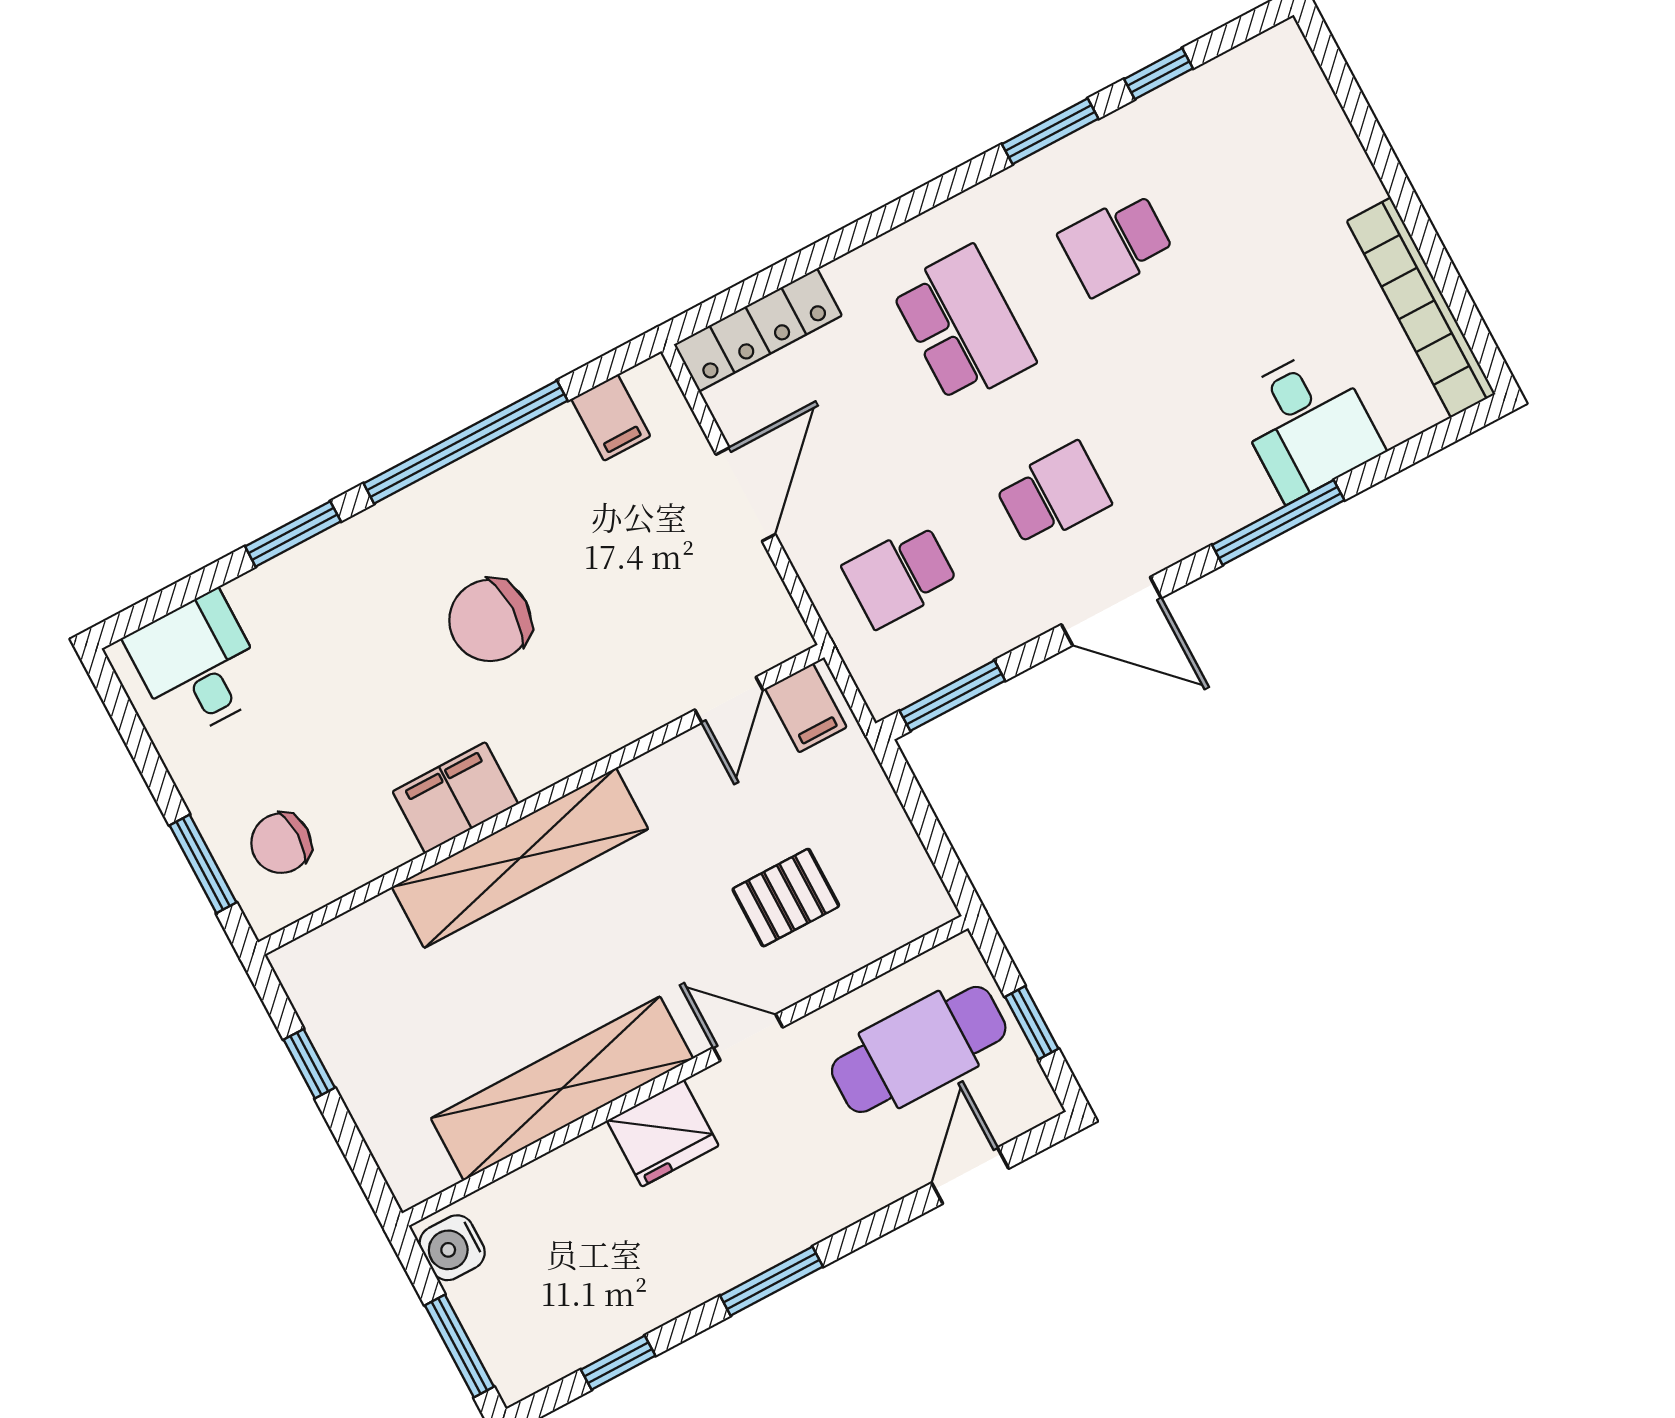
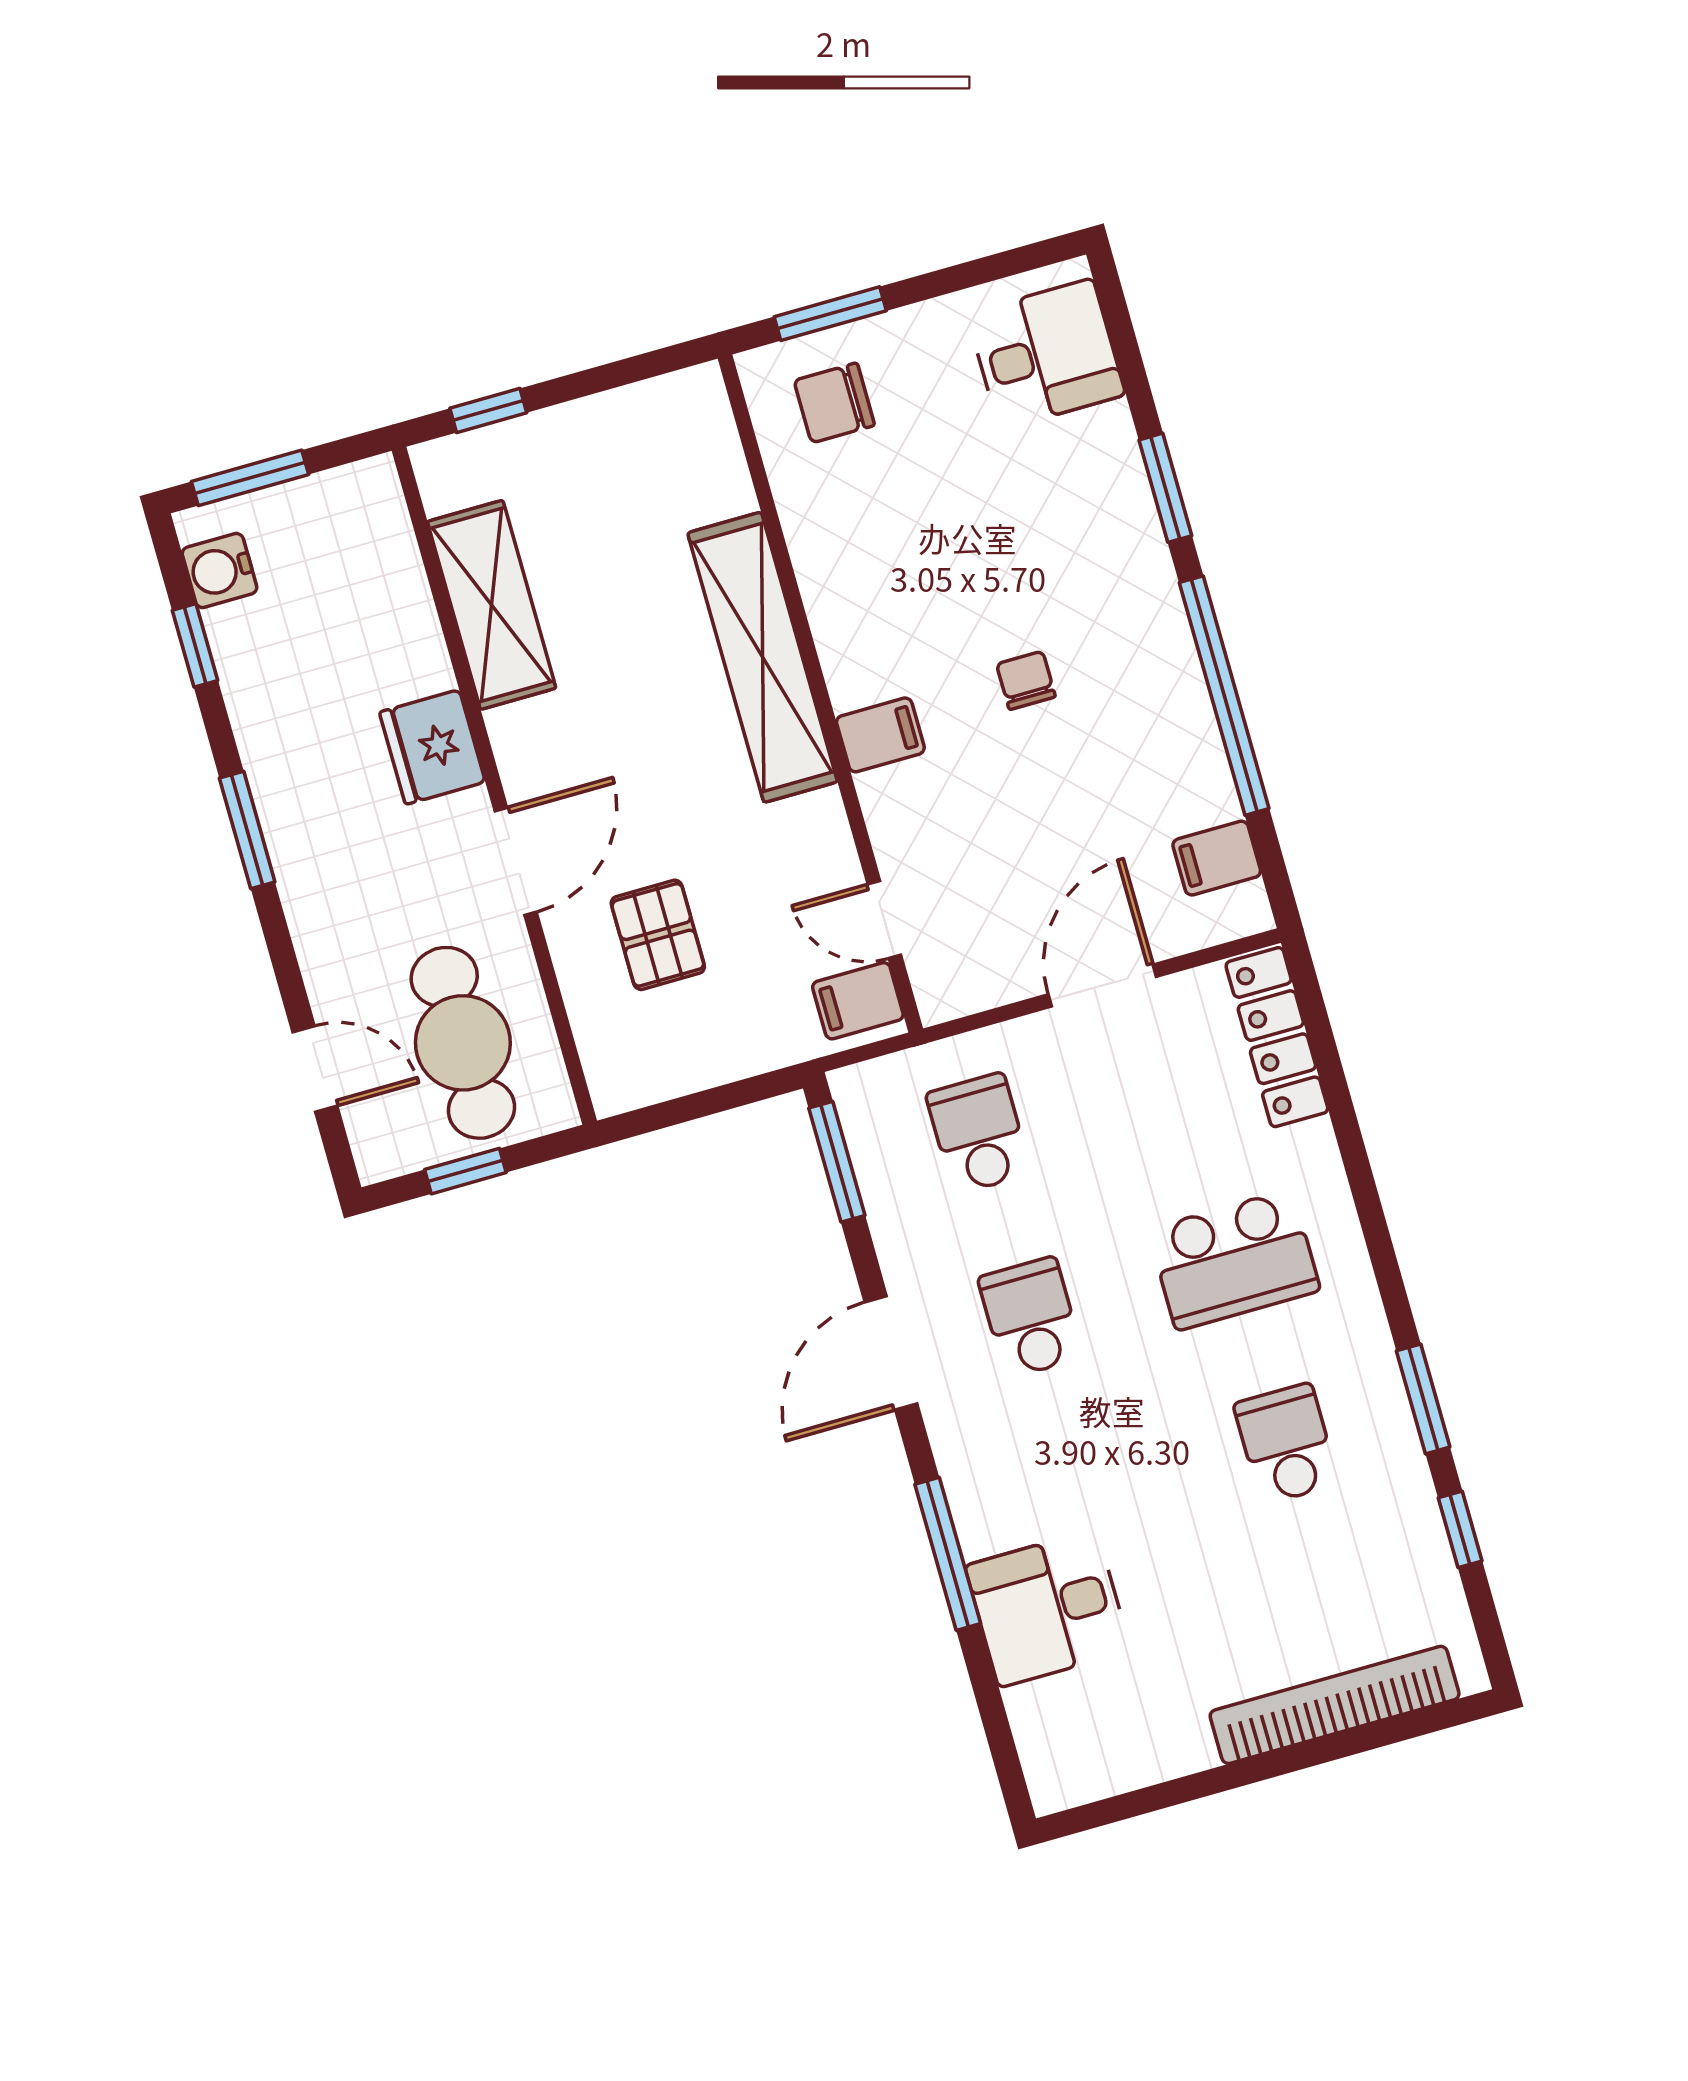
bookcase: (1421, 308) -> (1335, 1705), moved
door: (746, 494) -> (1102, 986), swing flipped
school desk: (1053, 494) -> (1031, 1317), turned 180
chair: (490, 620) -> (1026, 680), width x0.54, depth x0.54
filing cabinet: (455, 798) -> (880, 735), moved, width x0.50
chair: (281, 843) -> (834, 403), turned -90
door: (748, 1037) -> (516, 861), width x1.38
window: (309, 1064) -> (488, 411), moved
shelving: (562, 1088) -> (492, 605), width x0.68
water cooler: (452, 1248) -> (219, 570), moved, turned -90

